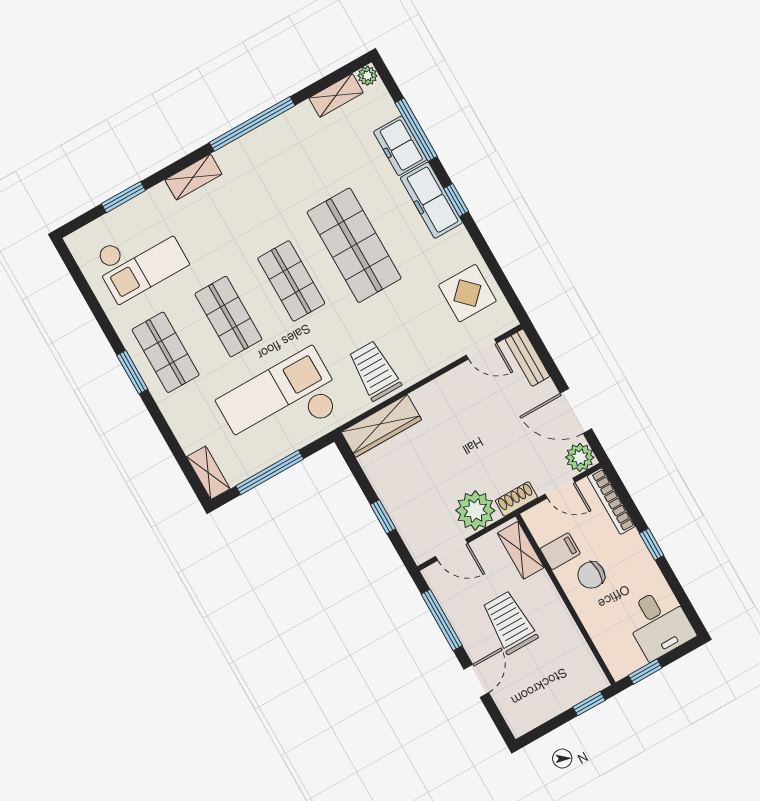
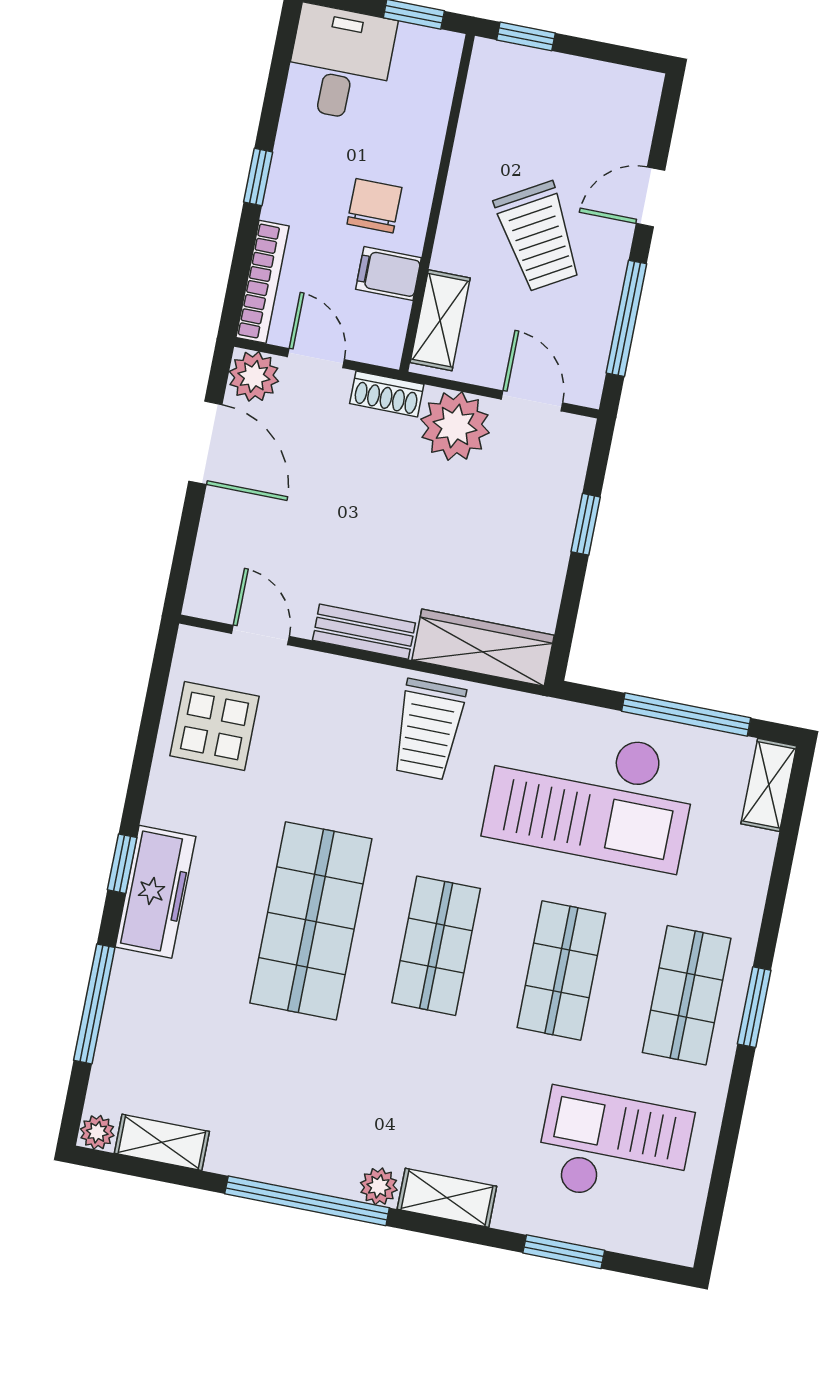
freezer: (400, 146) -> (134, 1001), removed
plant: (227, 157) -> (379, 1186), added
bench: (527, 358) -> (364, 632), moved, turned 90
chair: (591, 575) -> (374, 206), turned -90
trolley: (510, 622) -> (538, 237), turned -30

